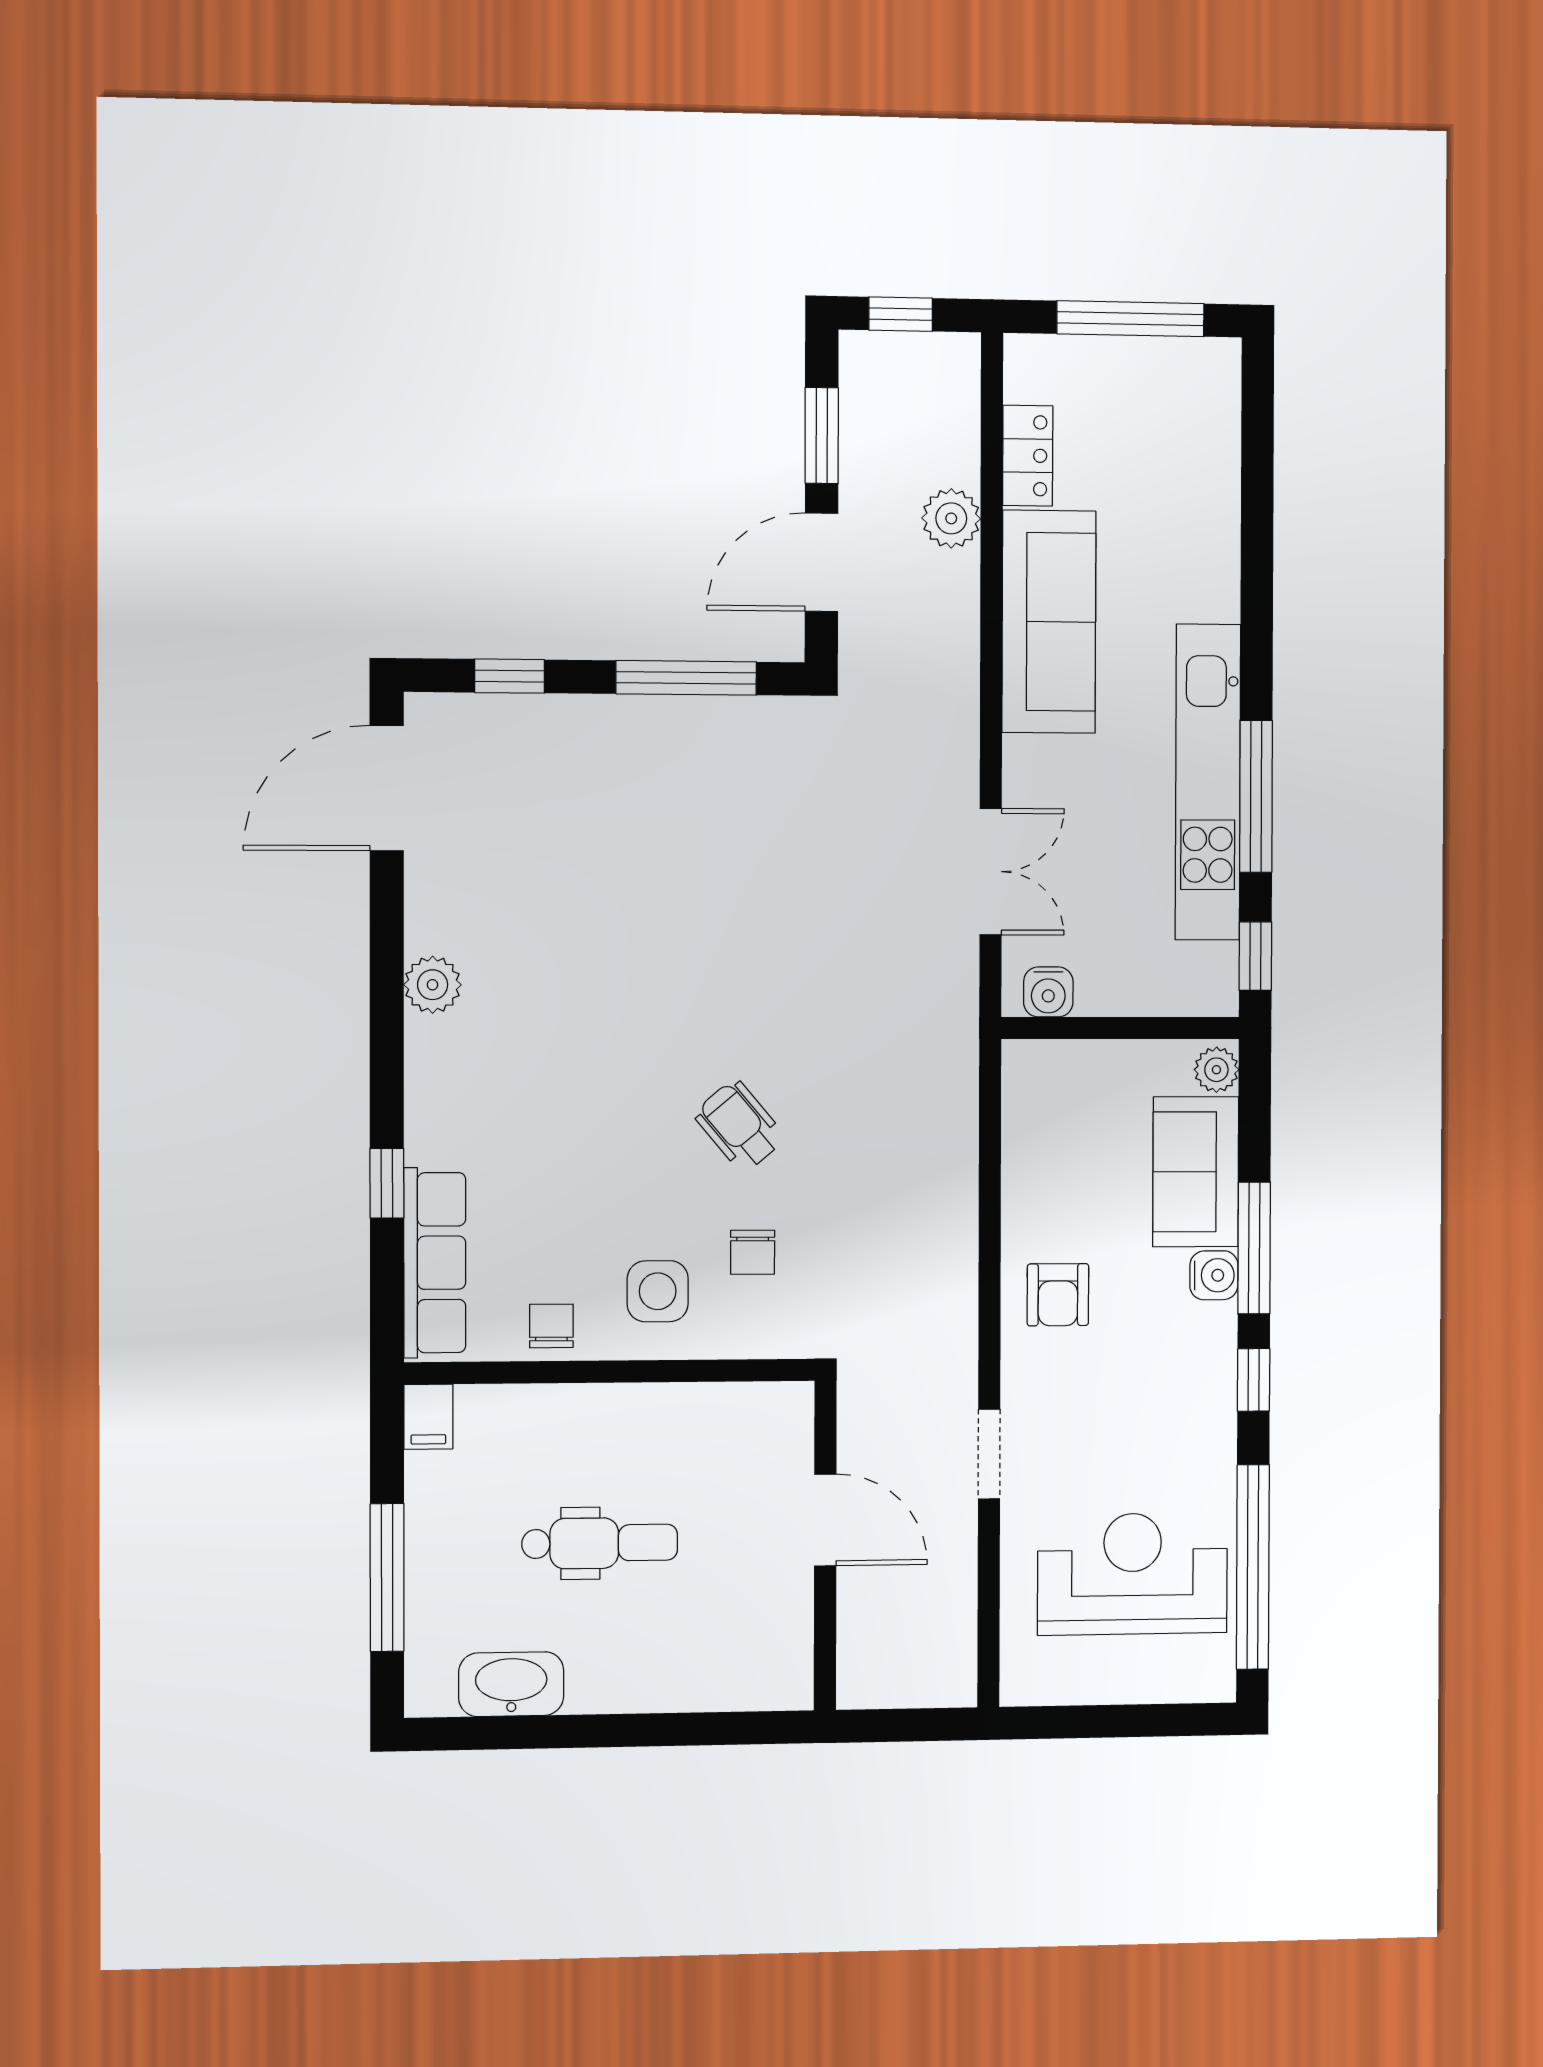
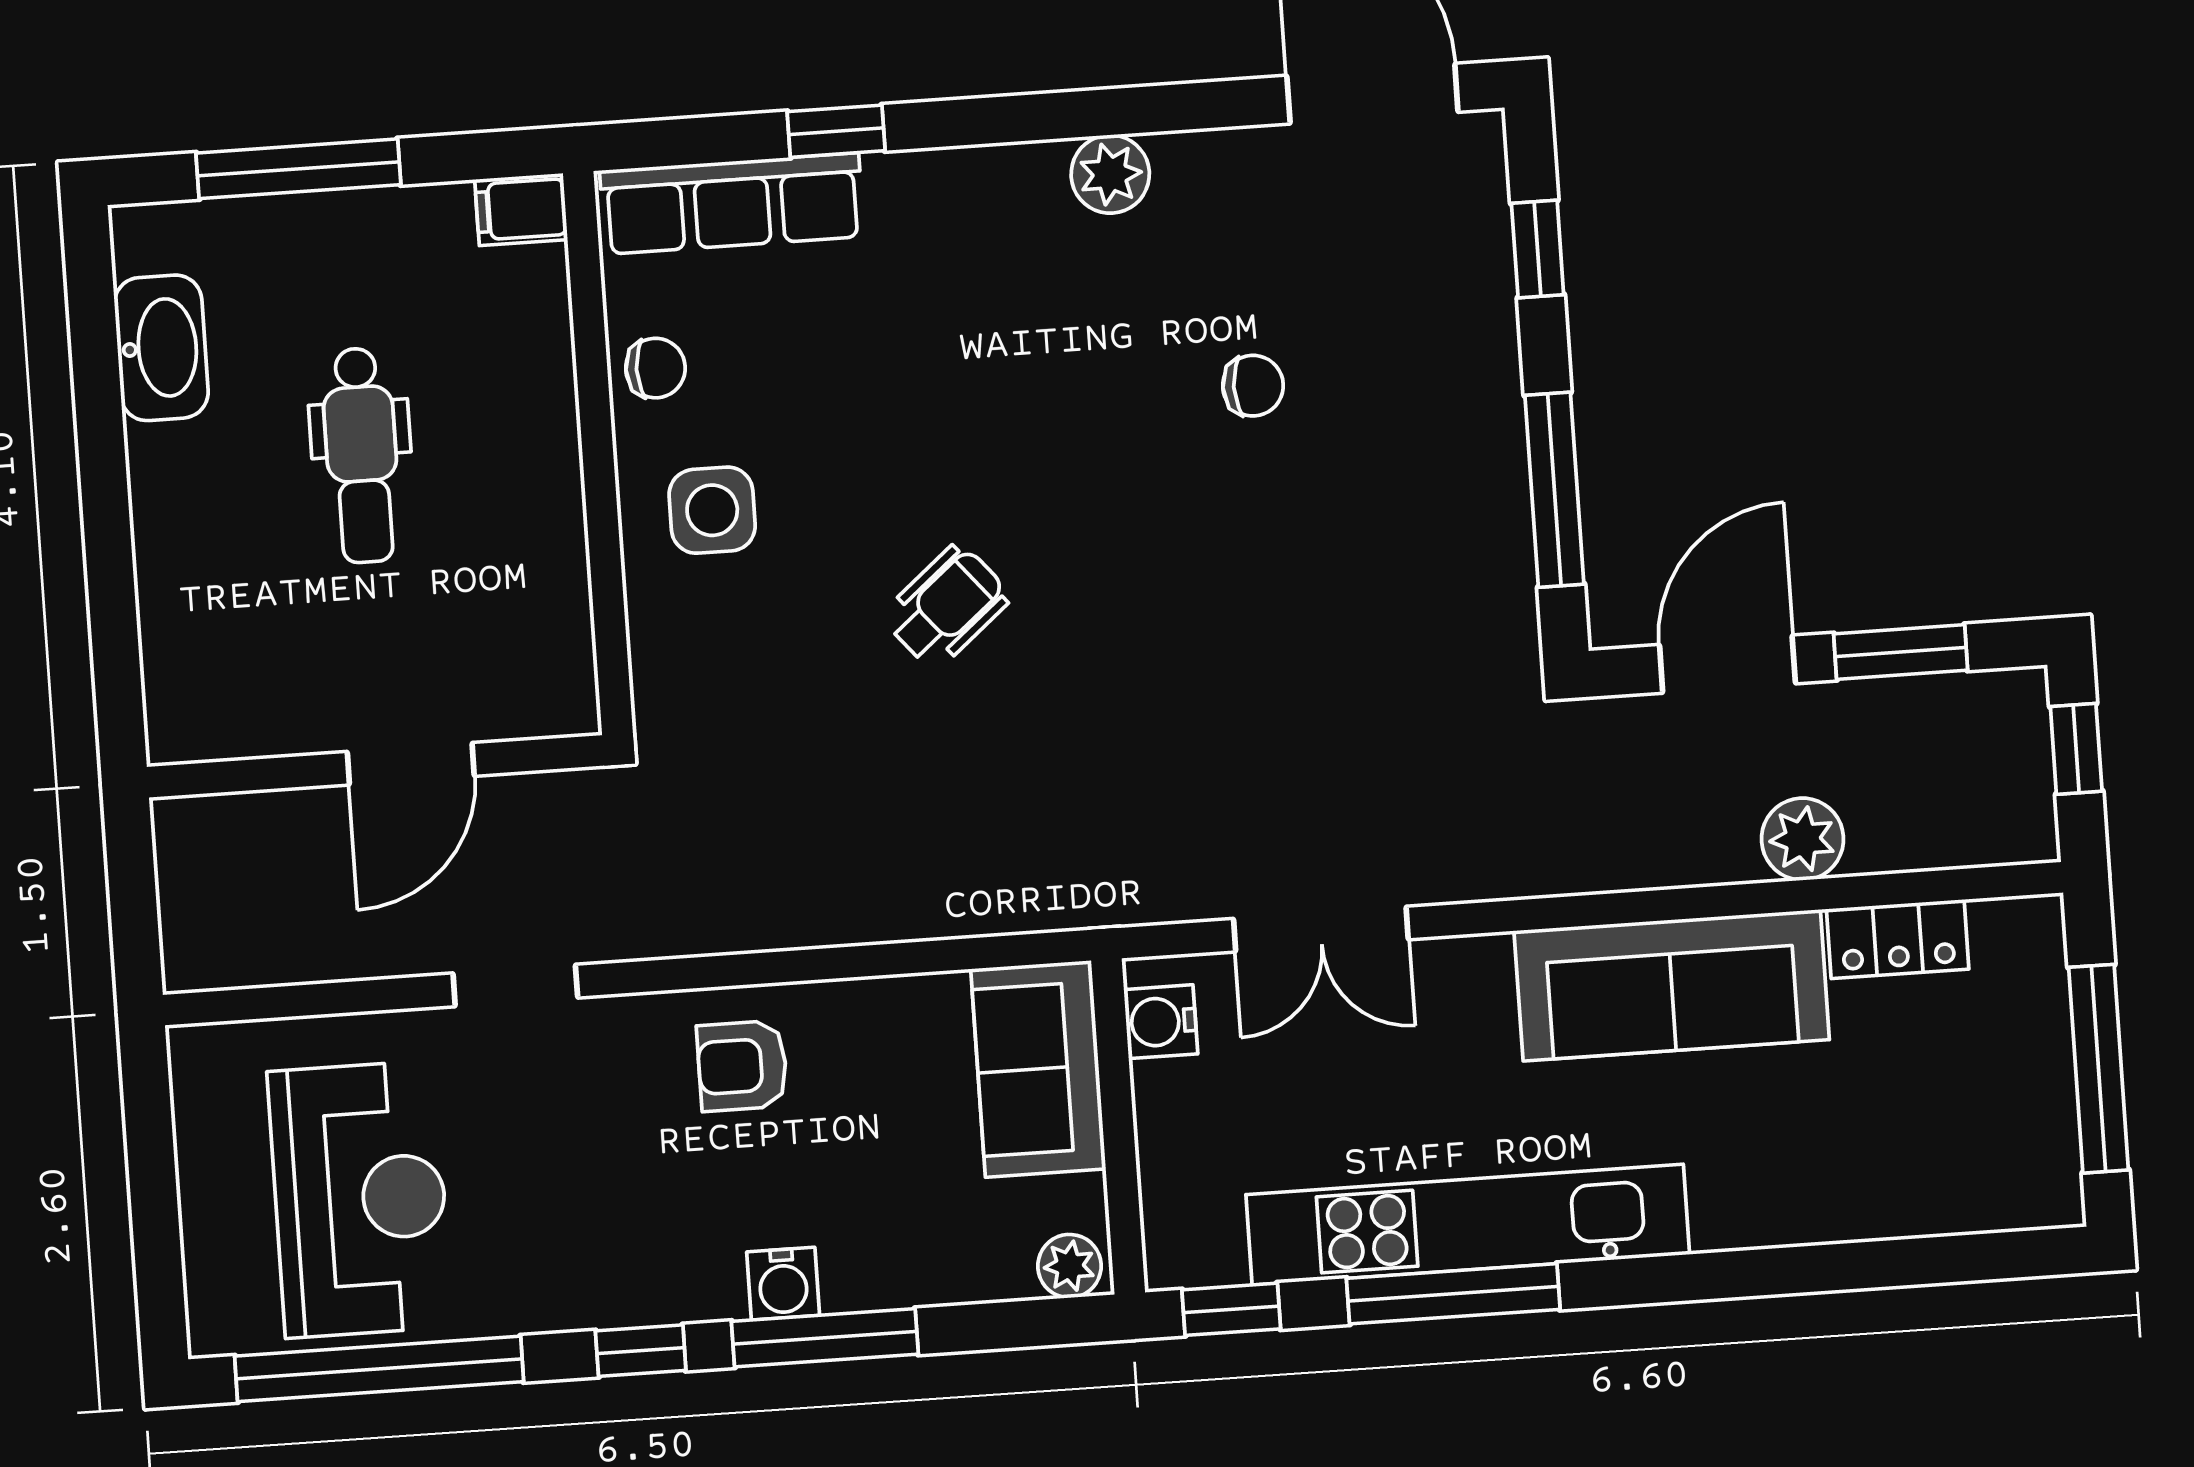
door: (821, 562) -> (1727, 664), hinge flipped
sofa: (1196, 1172) -> (1038, 1069), moved, turned -90
chair: (753, 1252) -> (1253, 386), moved, turned 180

